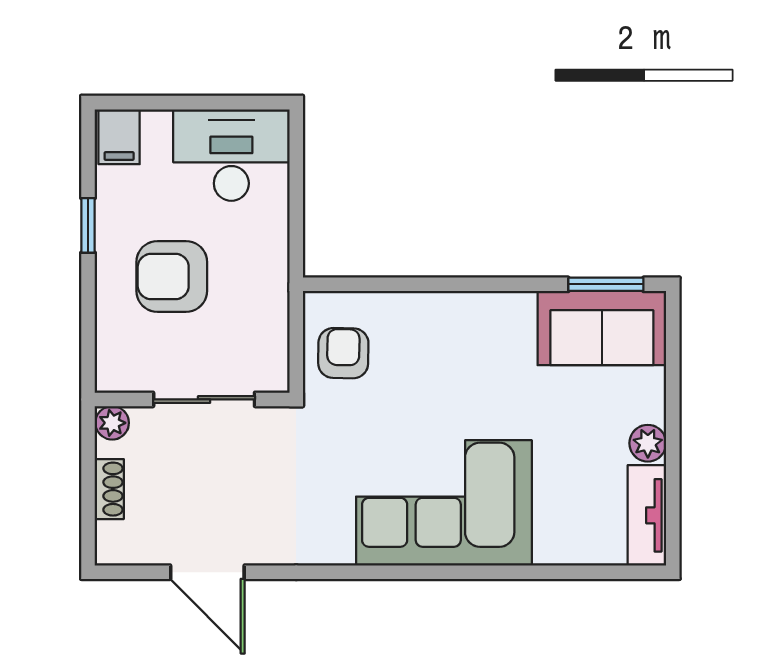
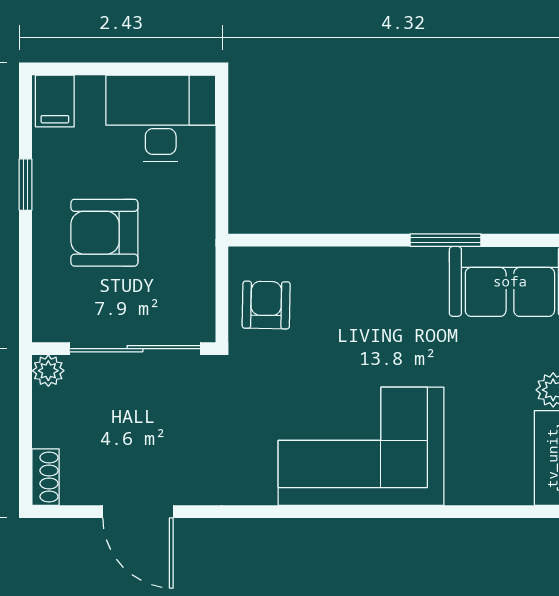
window: (606, 284) -> (445, 240), moved
sliding door: (204, 399) -> (135, 349), width x1.37
shoe rack: (109, 489) -> (45, 477), moved

